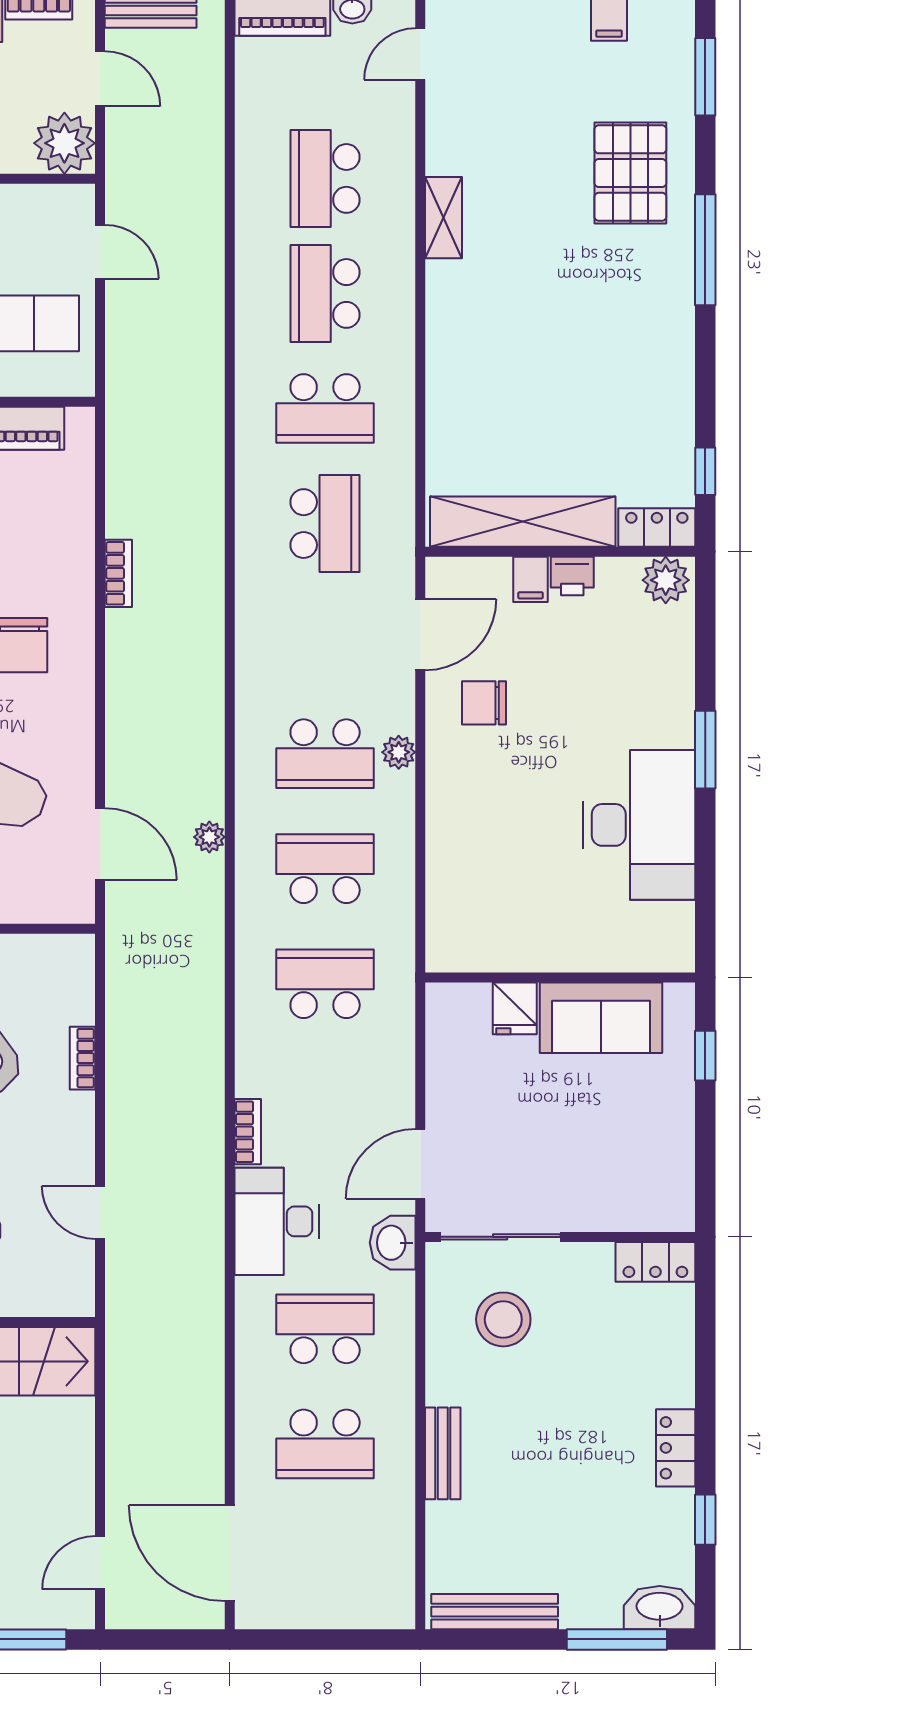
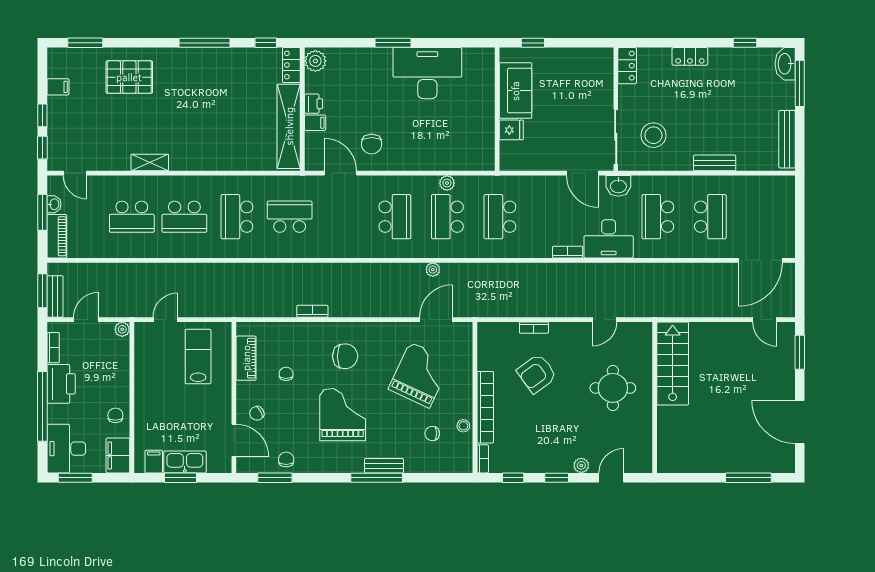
plant: (64, 143) -> (122, 329), width x0.53, depth x0.53
window: (705, 250) -> (204, 43), moved
school desk: (325, 409) -> (237, 217), turned 180
plant: (399, 752) -> (447, 183), moved
locker: (676, 1448) -> (690, 56), moved

